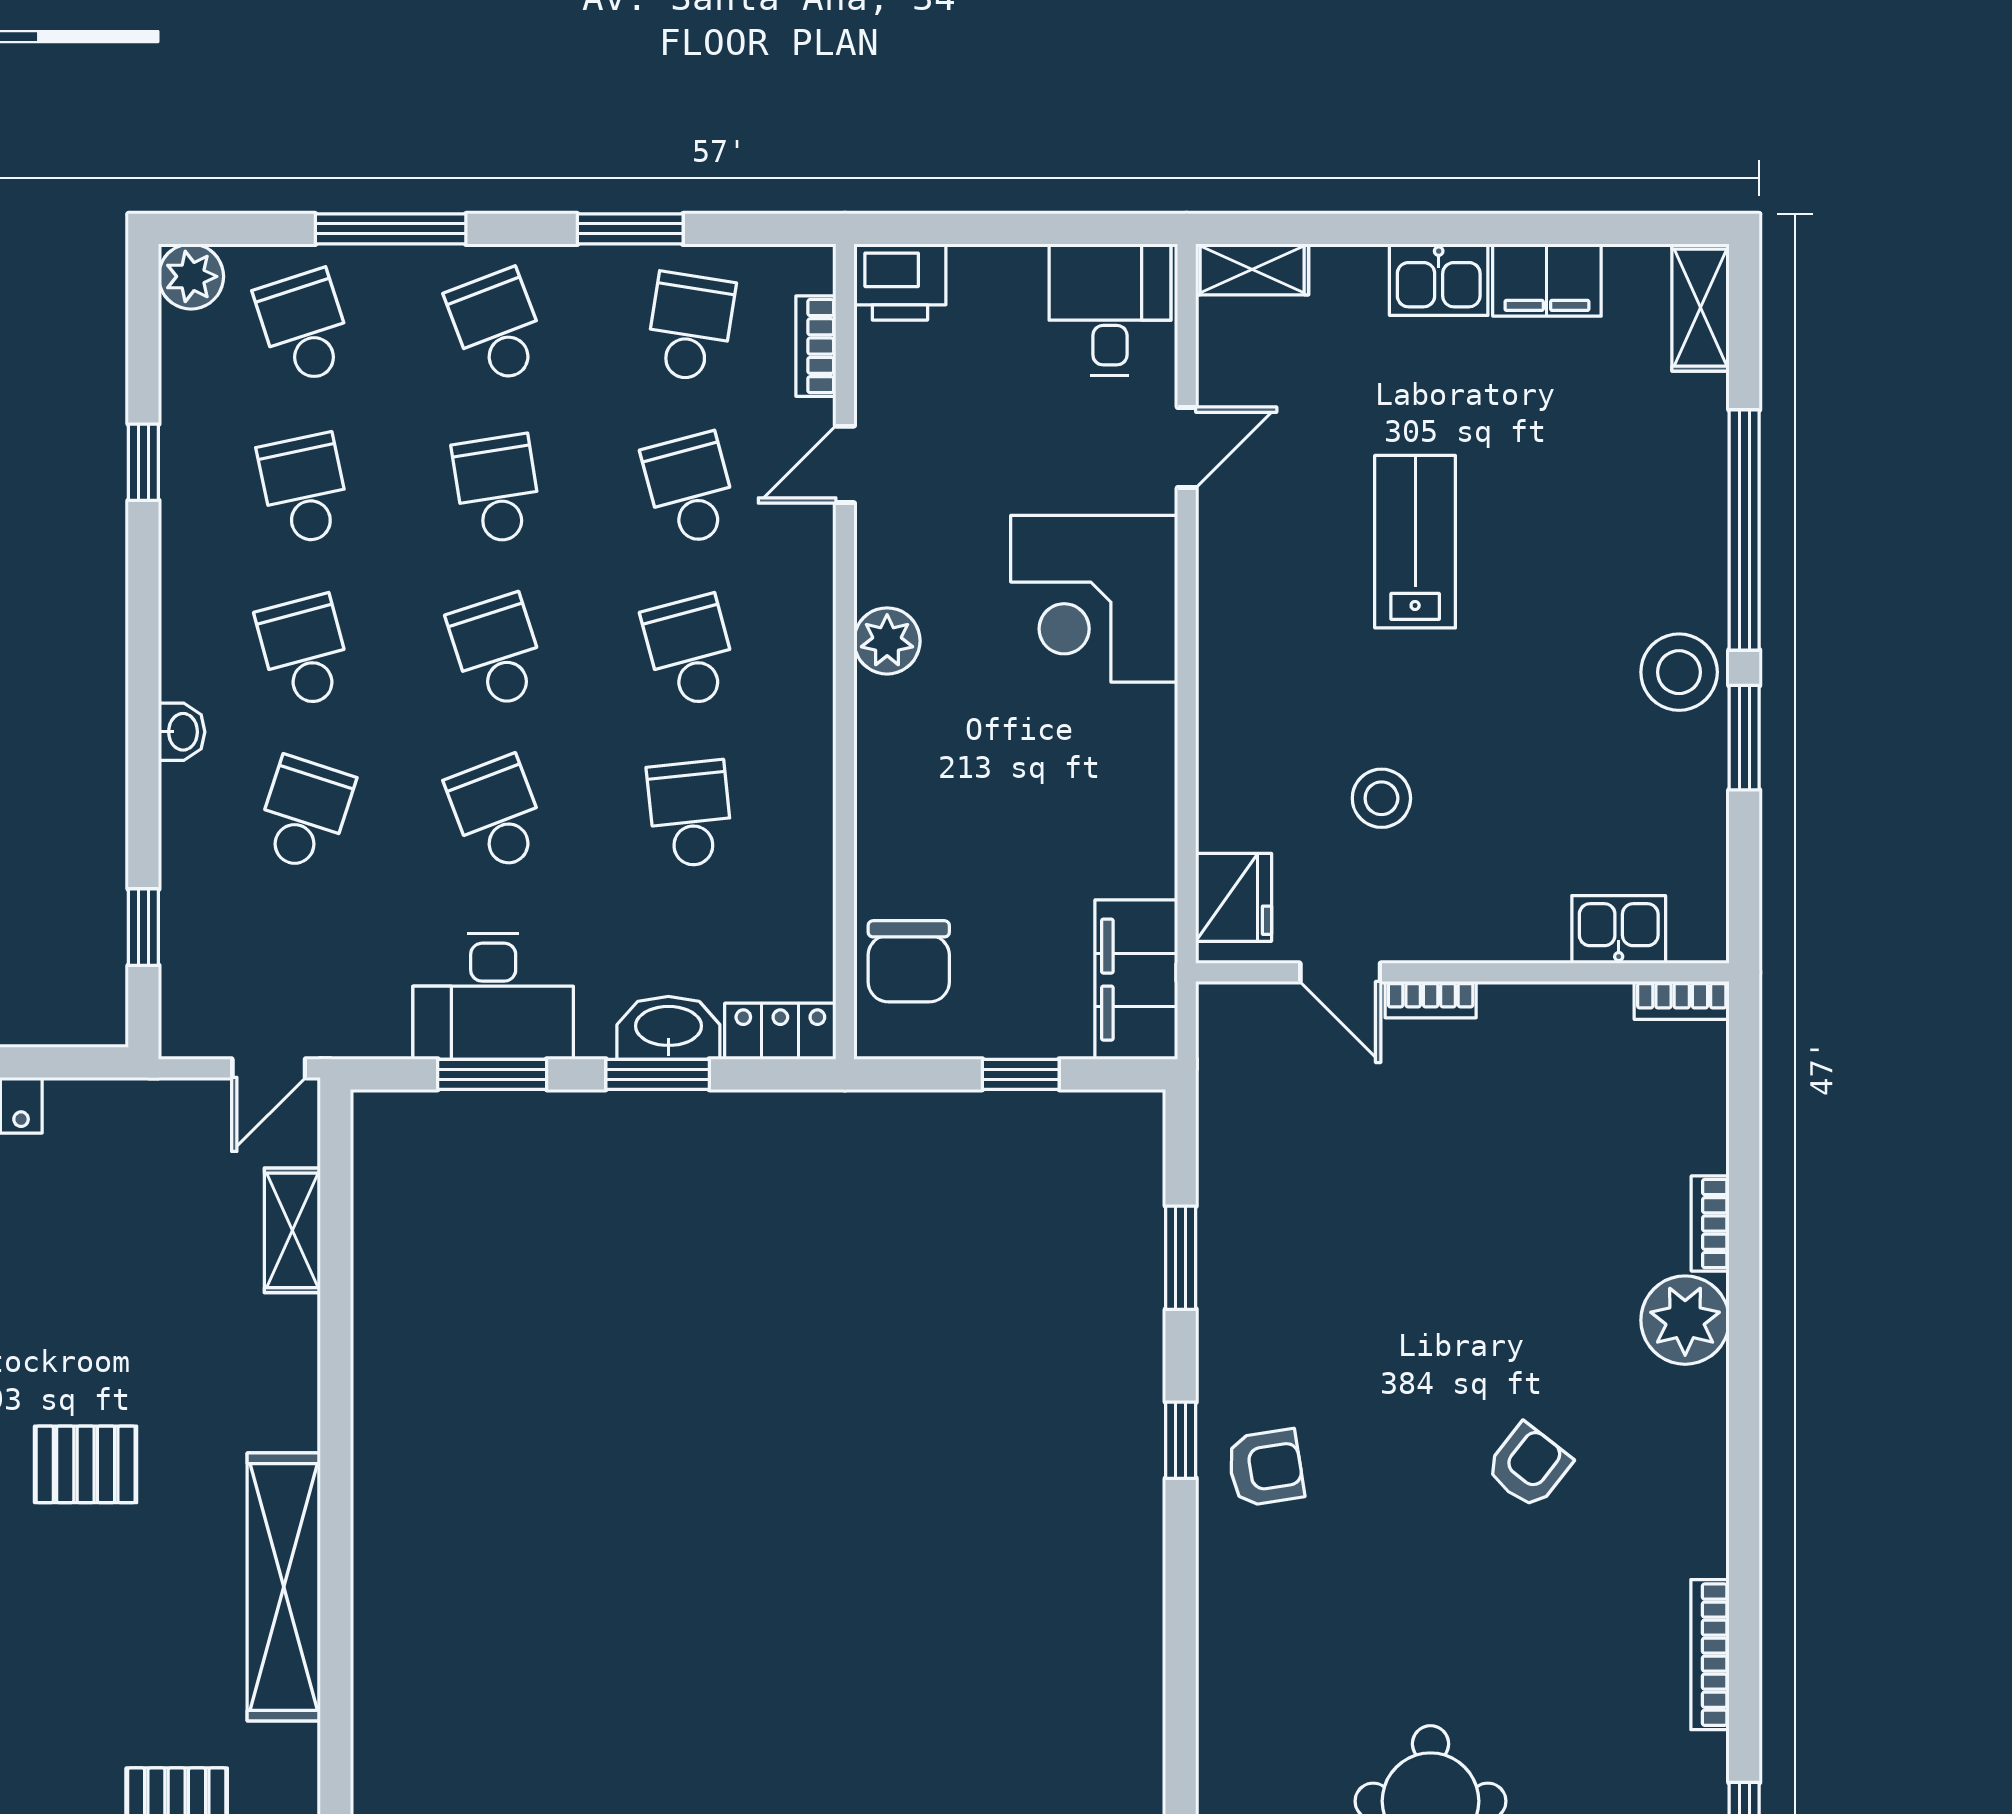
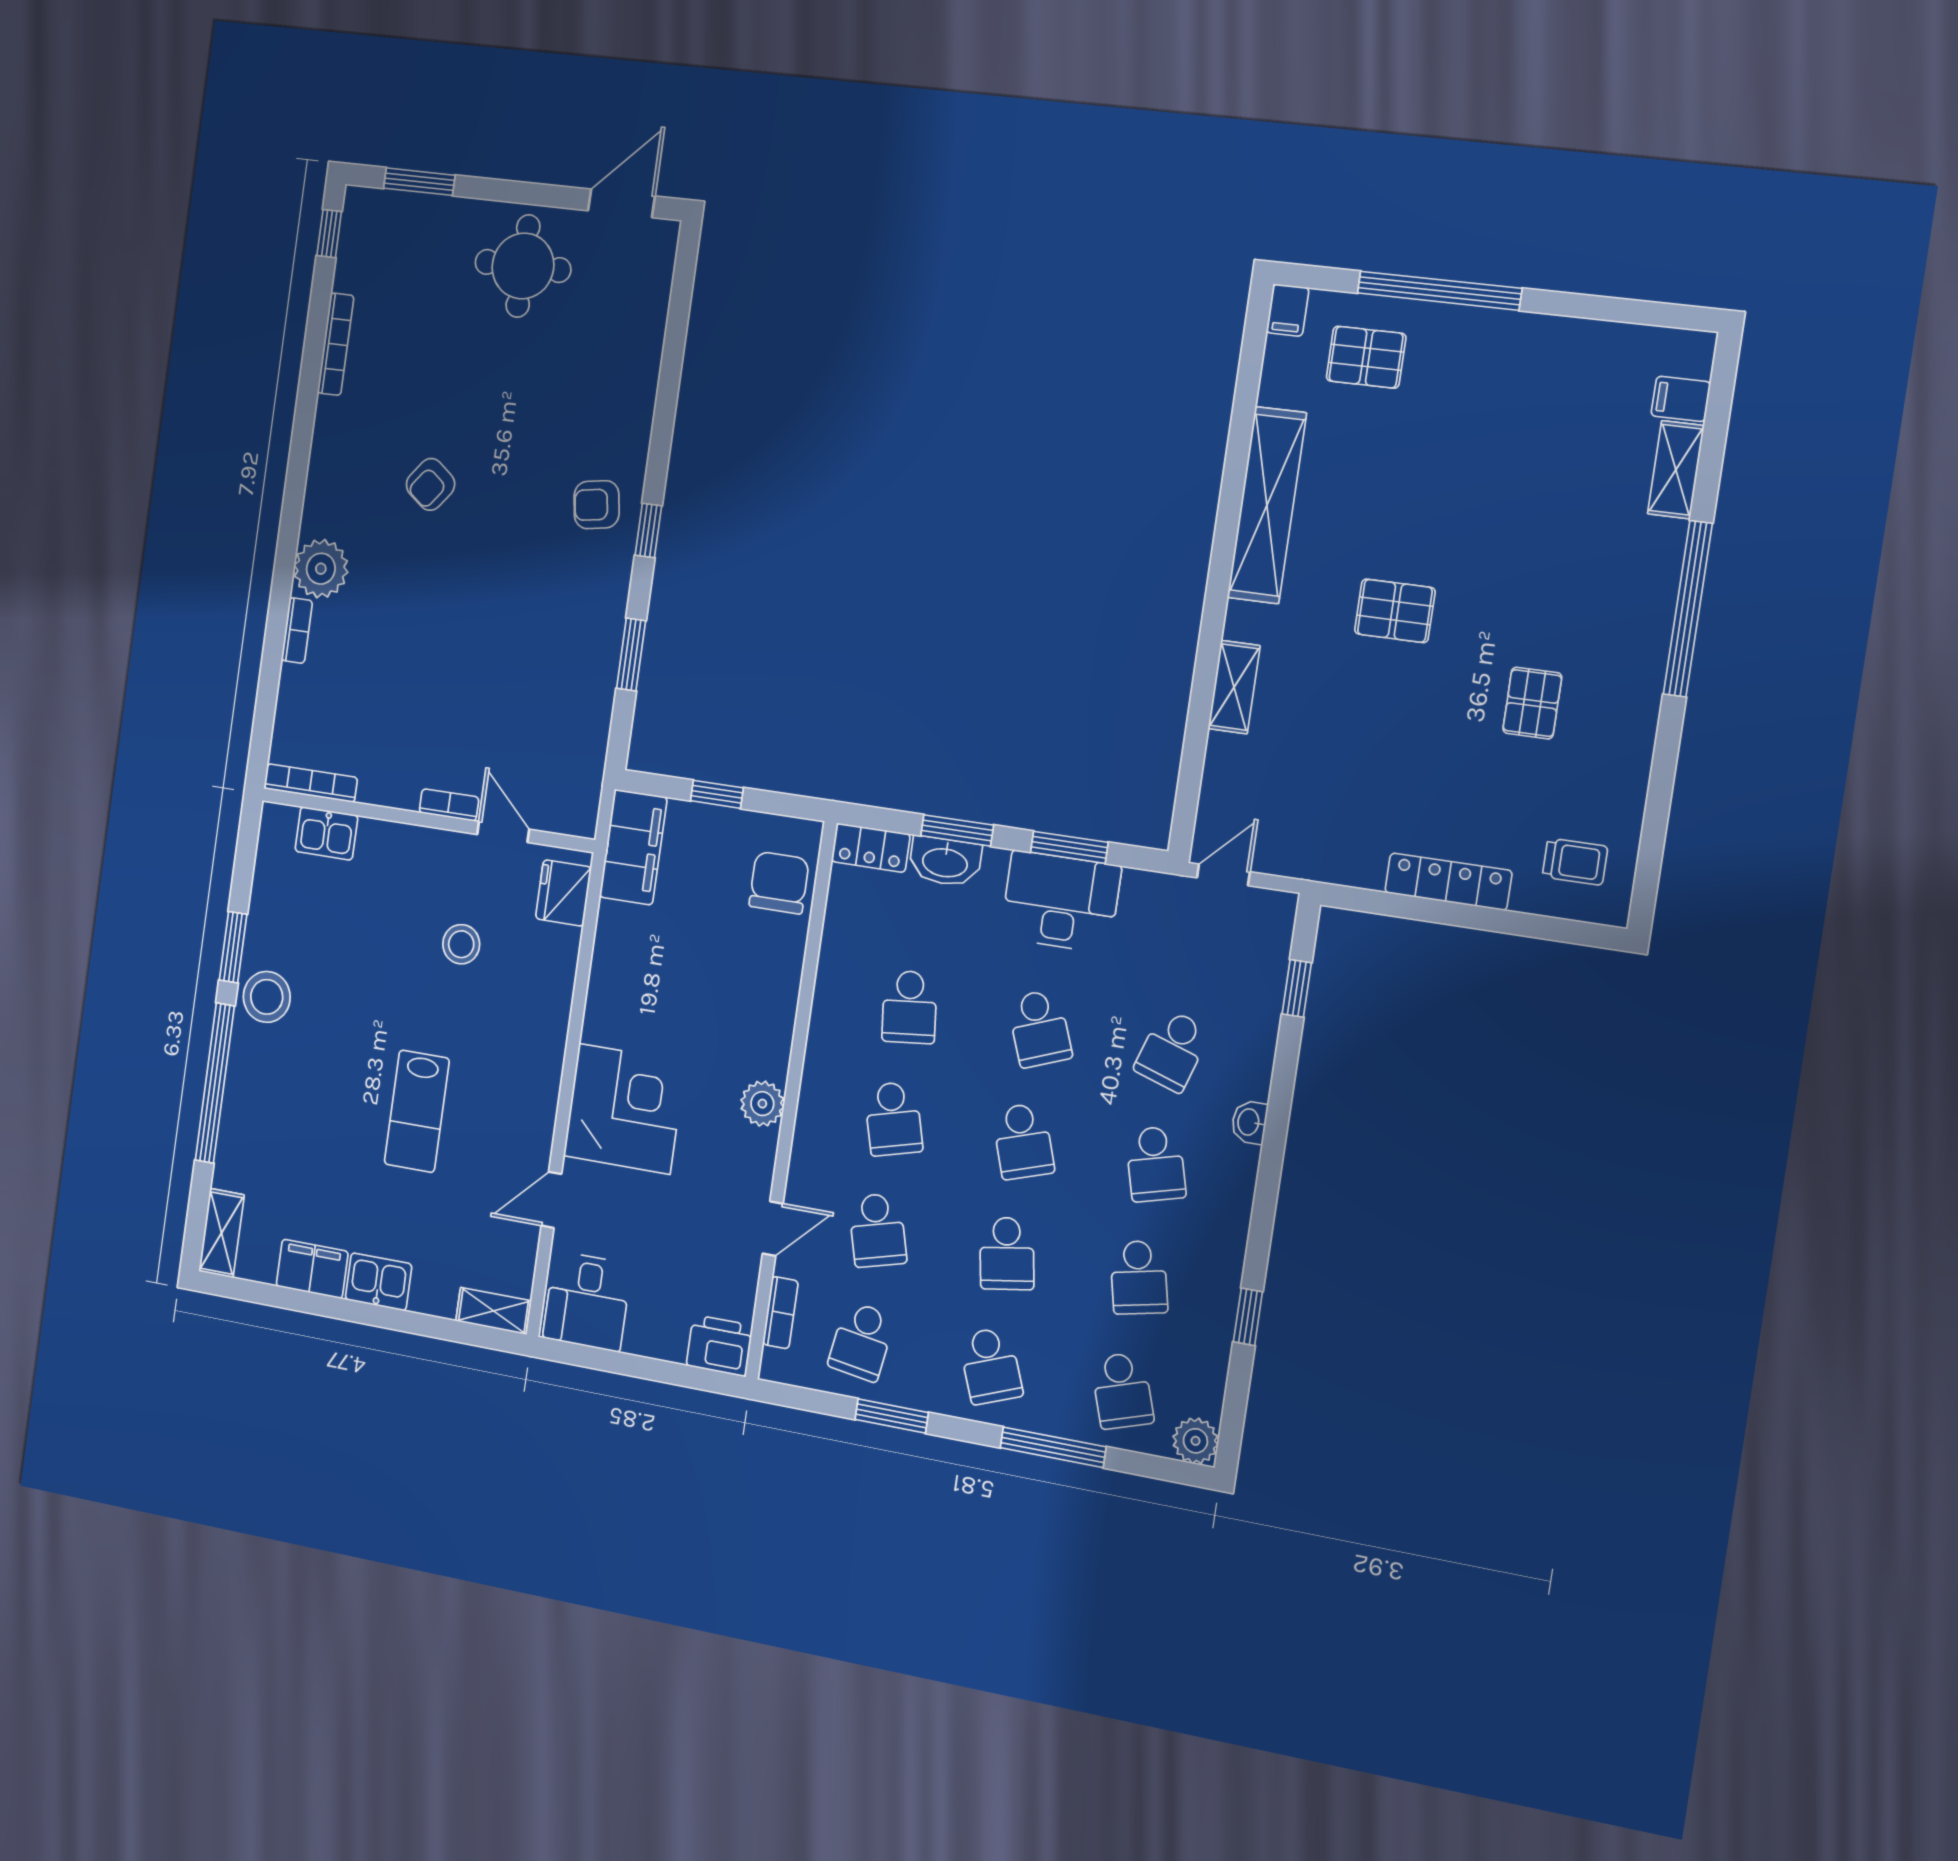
bookcase: (1682, 1000) -> (311, 783), width x1.56
shelving: (292, 1230) -> (1234, 687), moved

